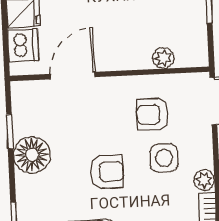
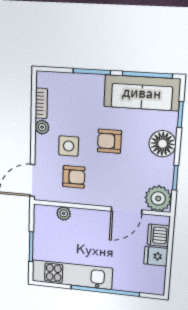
plant: (30, 99) -> (158, 198), added
floor lamp: (32, 155) -> (163, 144), moved

